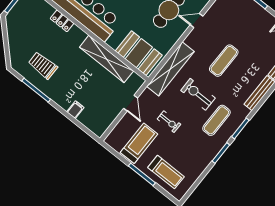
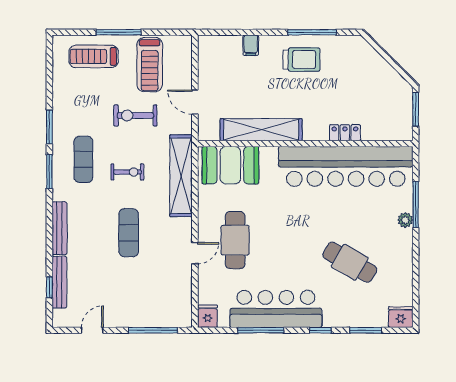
trolley: (43, 65) -> (302, 60), moved
exercise bike: (198, 94) -> (127, 172), width x0.73, depth x0.72
exercise bike: (169, 122) -> (135, 115), width x1.38, depth x1.39

